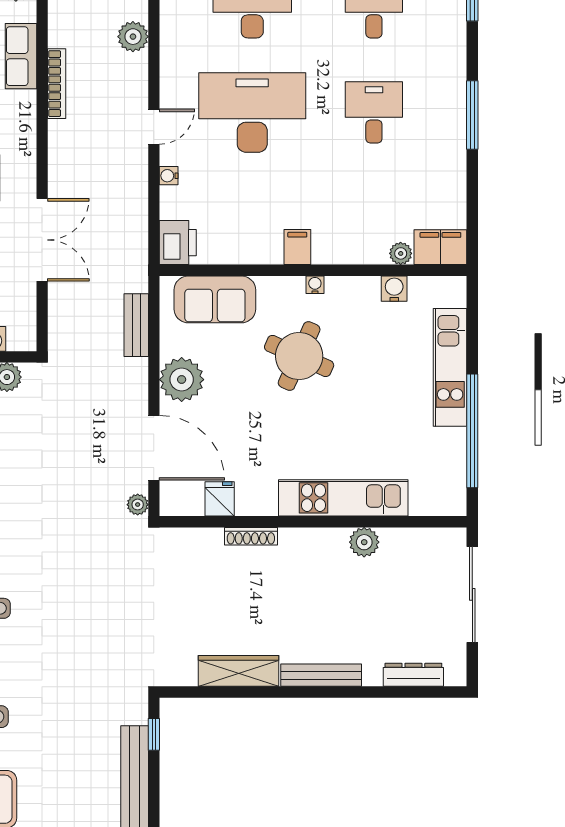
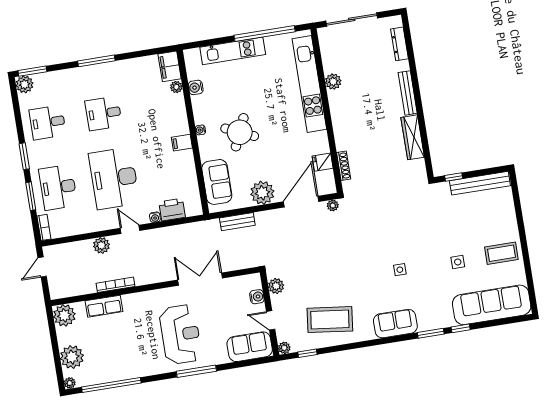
plant: (133, 37) -> (101, 245), moved
printer: (178, 243) -> (172, 210), moved
kitchen unit: (343, 498) -> (309, 84), width x1.36
shoe rack: (251, 536) -> (344, 166), moved

